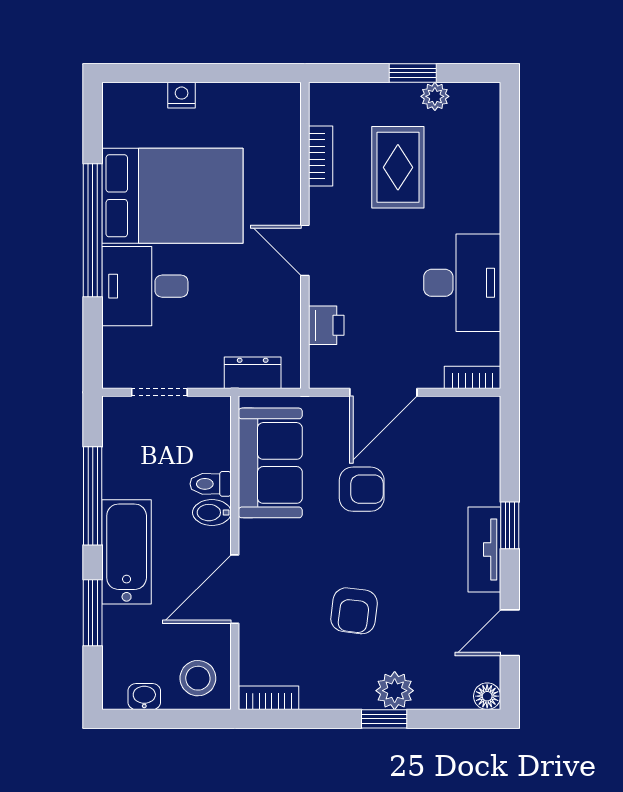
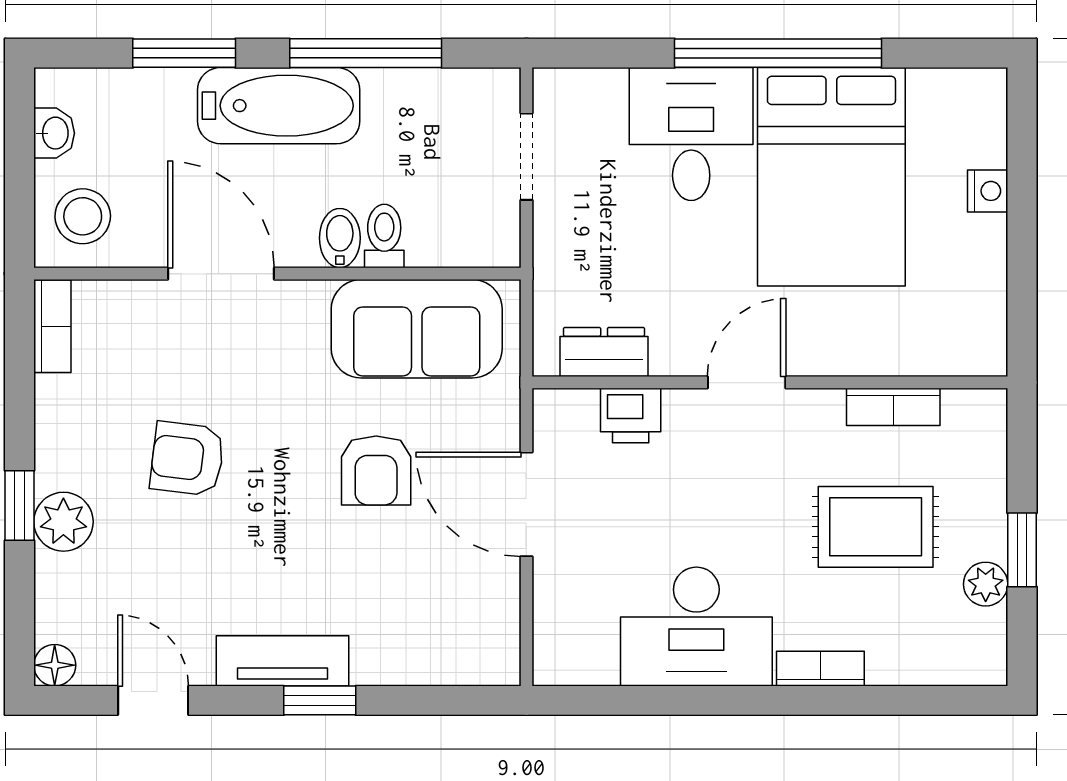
dresser: (253, 373) -> (604, 352), moved, turned -90
bookcase: (472, 377) -> (820, 669), moved, turned -90

